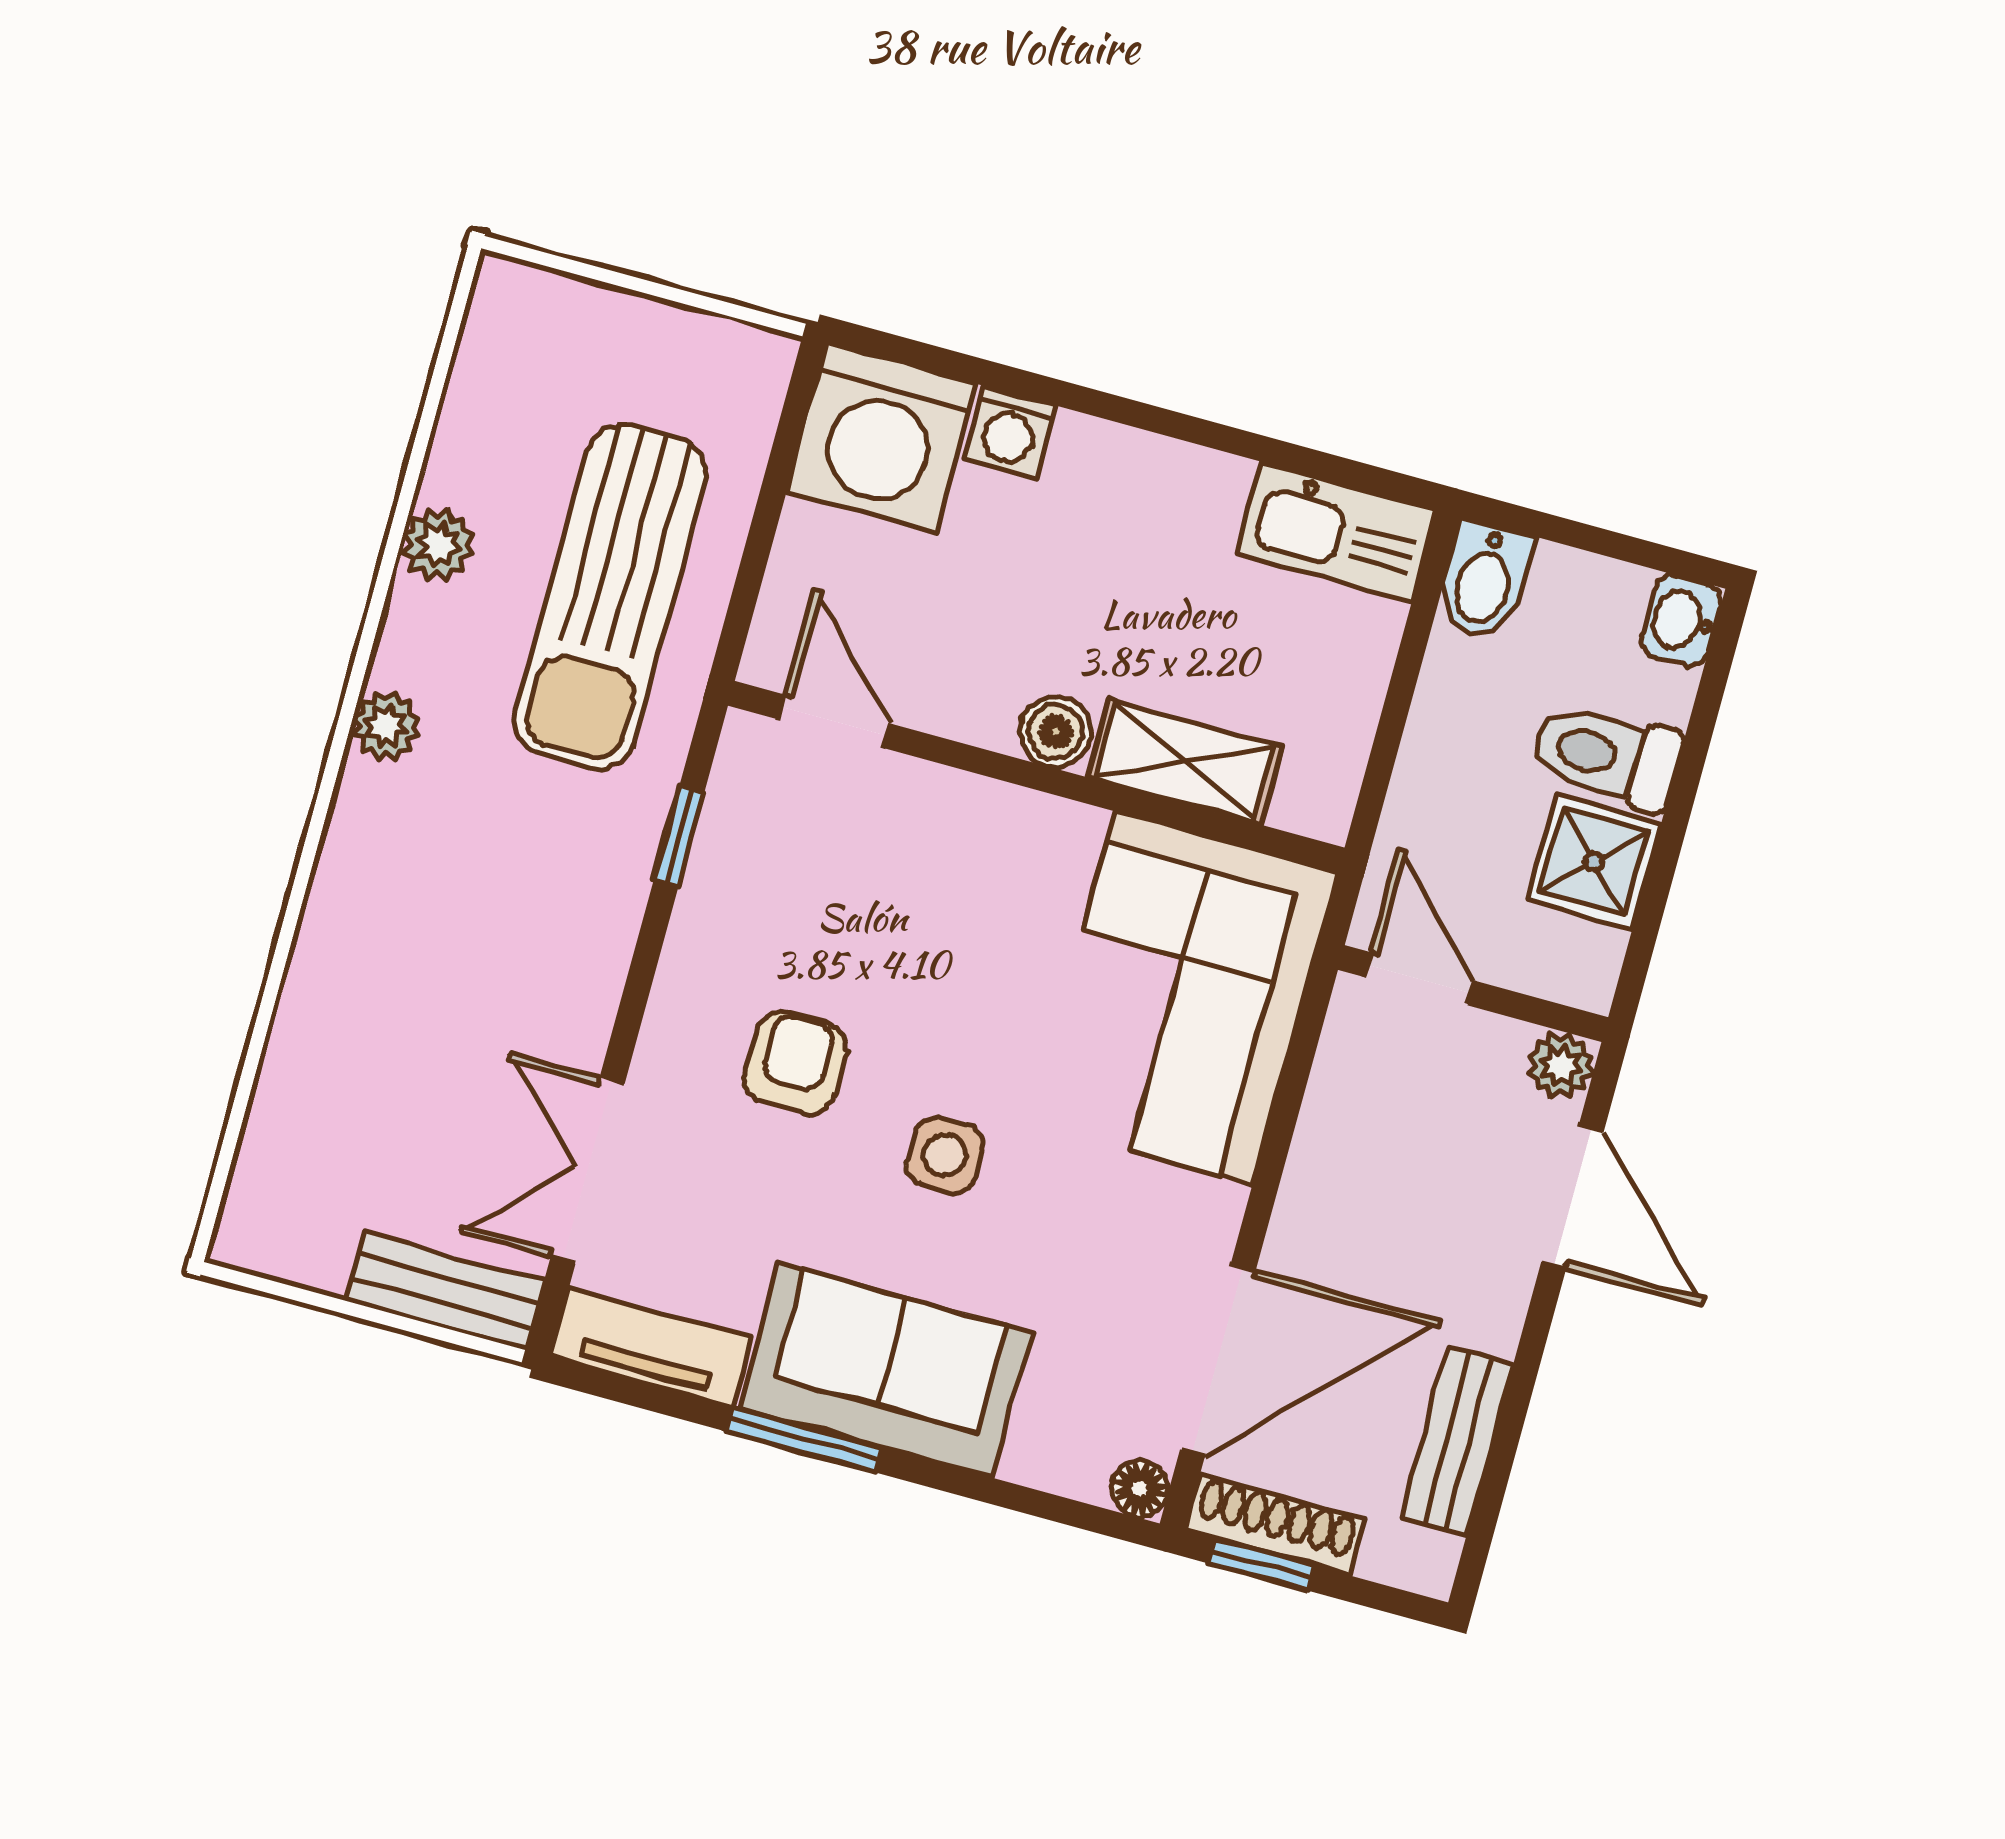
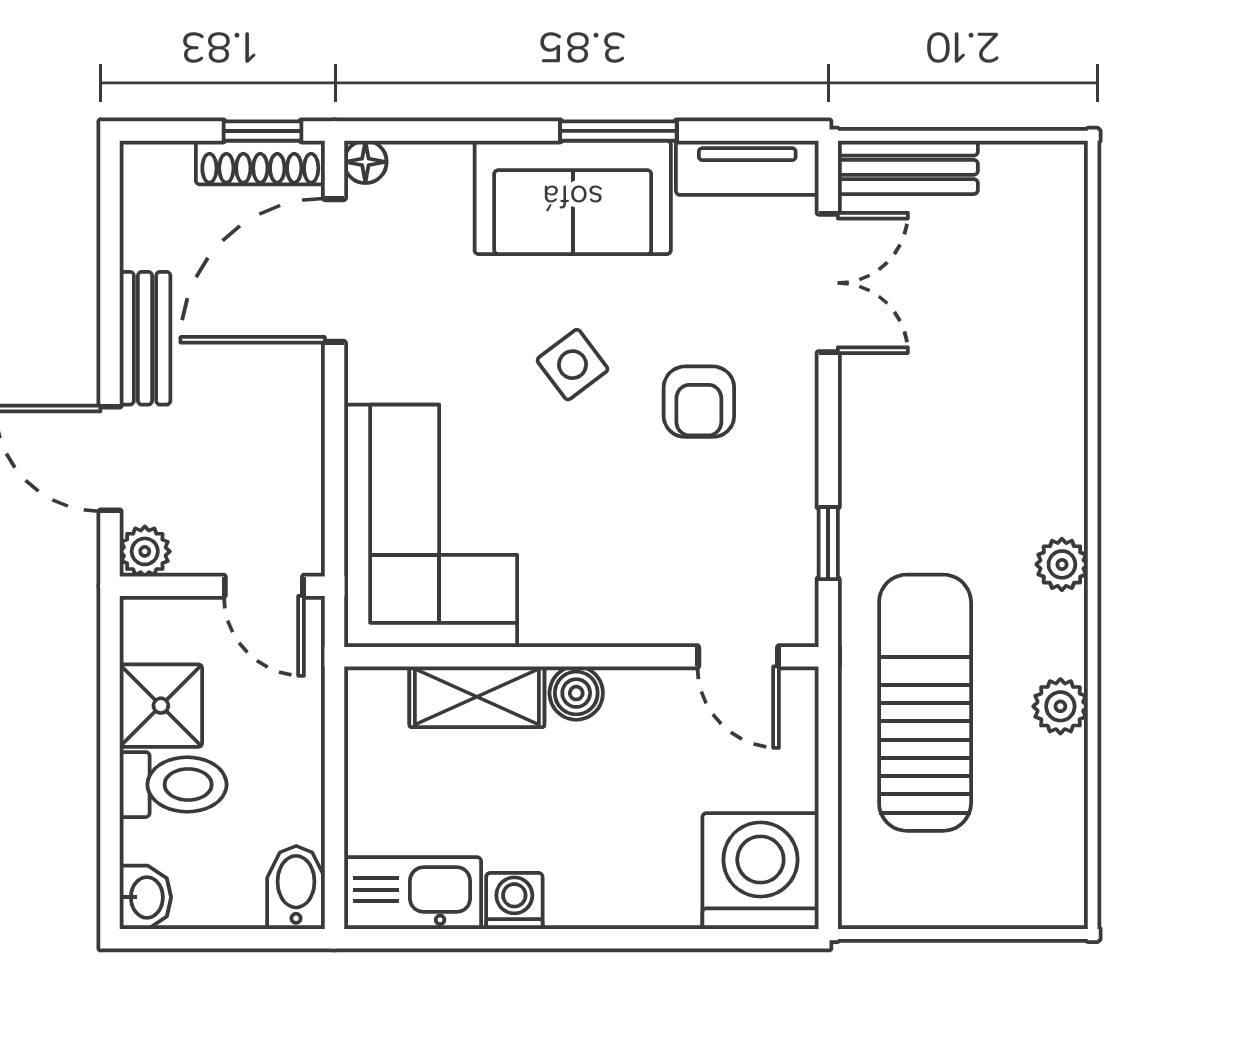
washing machine: (1009, 432) -> (514, 901), moved
side table: (945, 1155) -> (572, 365), turned -37
bench: (1457, 1442) -> (145, 338), moved

